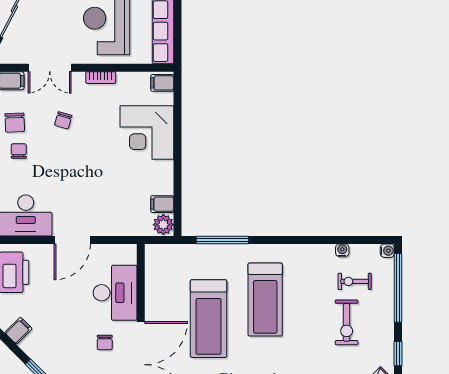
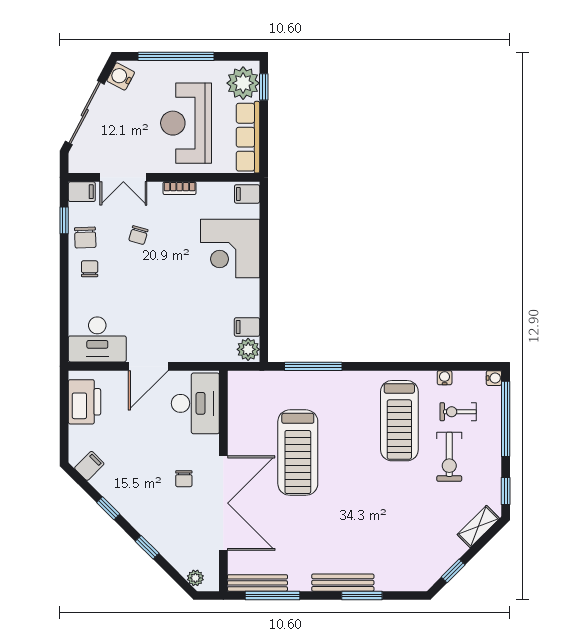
desk: (115, 293) -> (195, 403), moved
treadmill: (265, 300) -> (399, 421), moved

